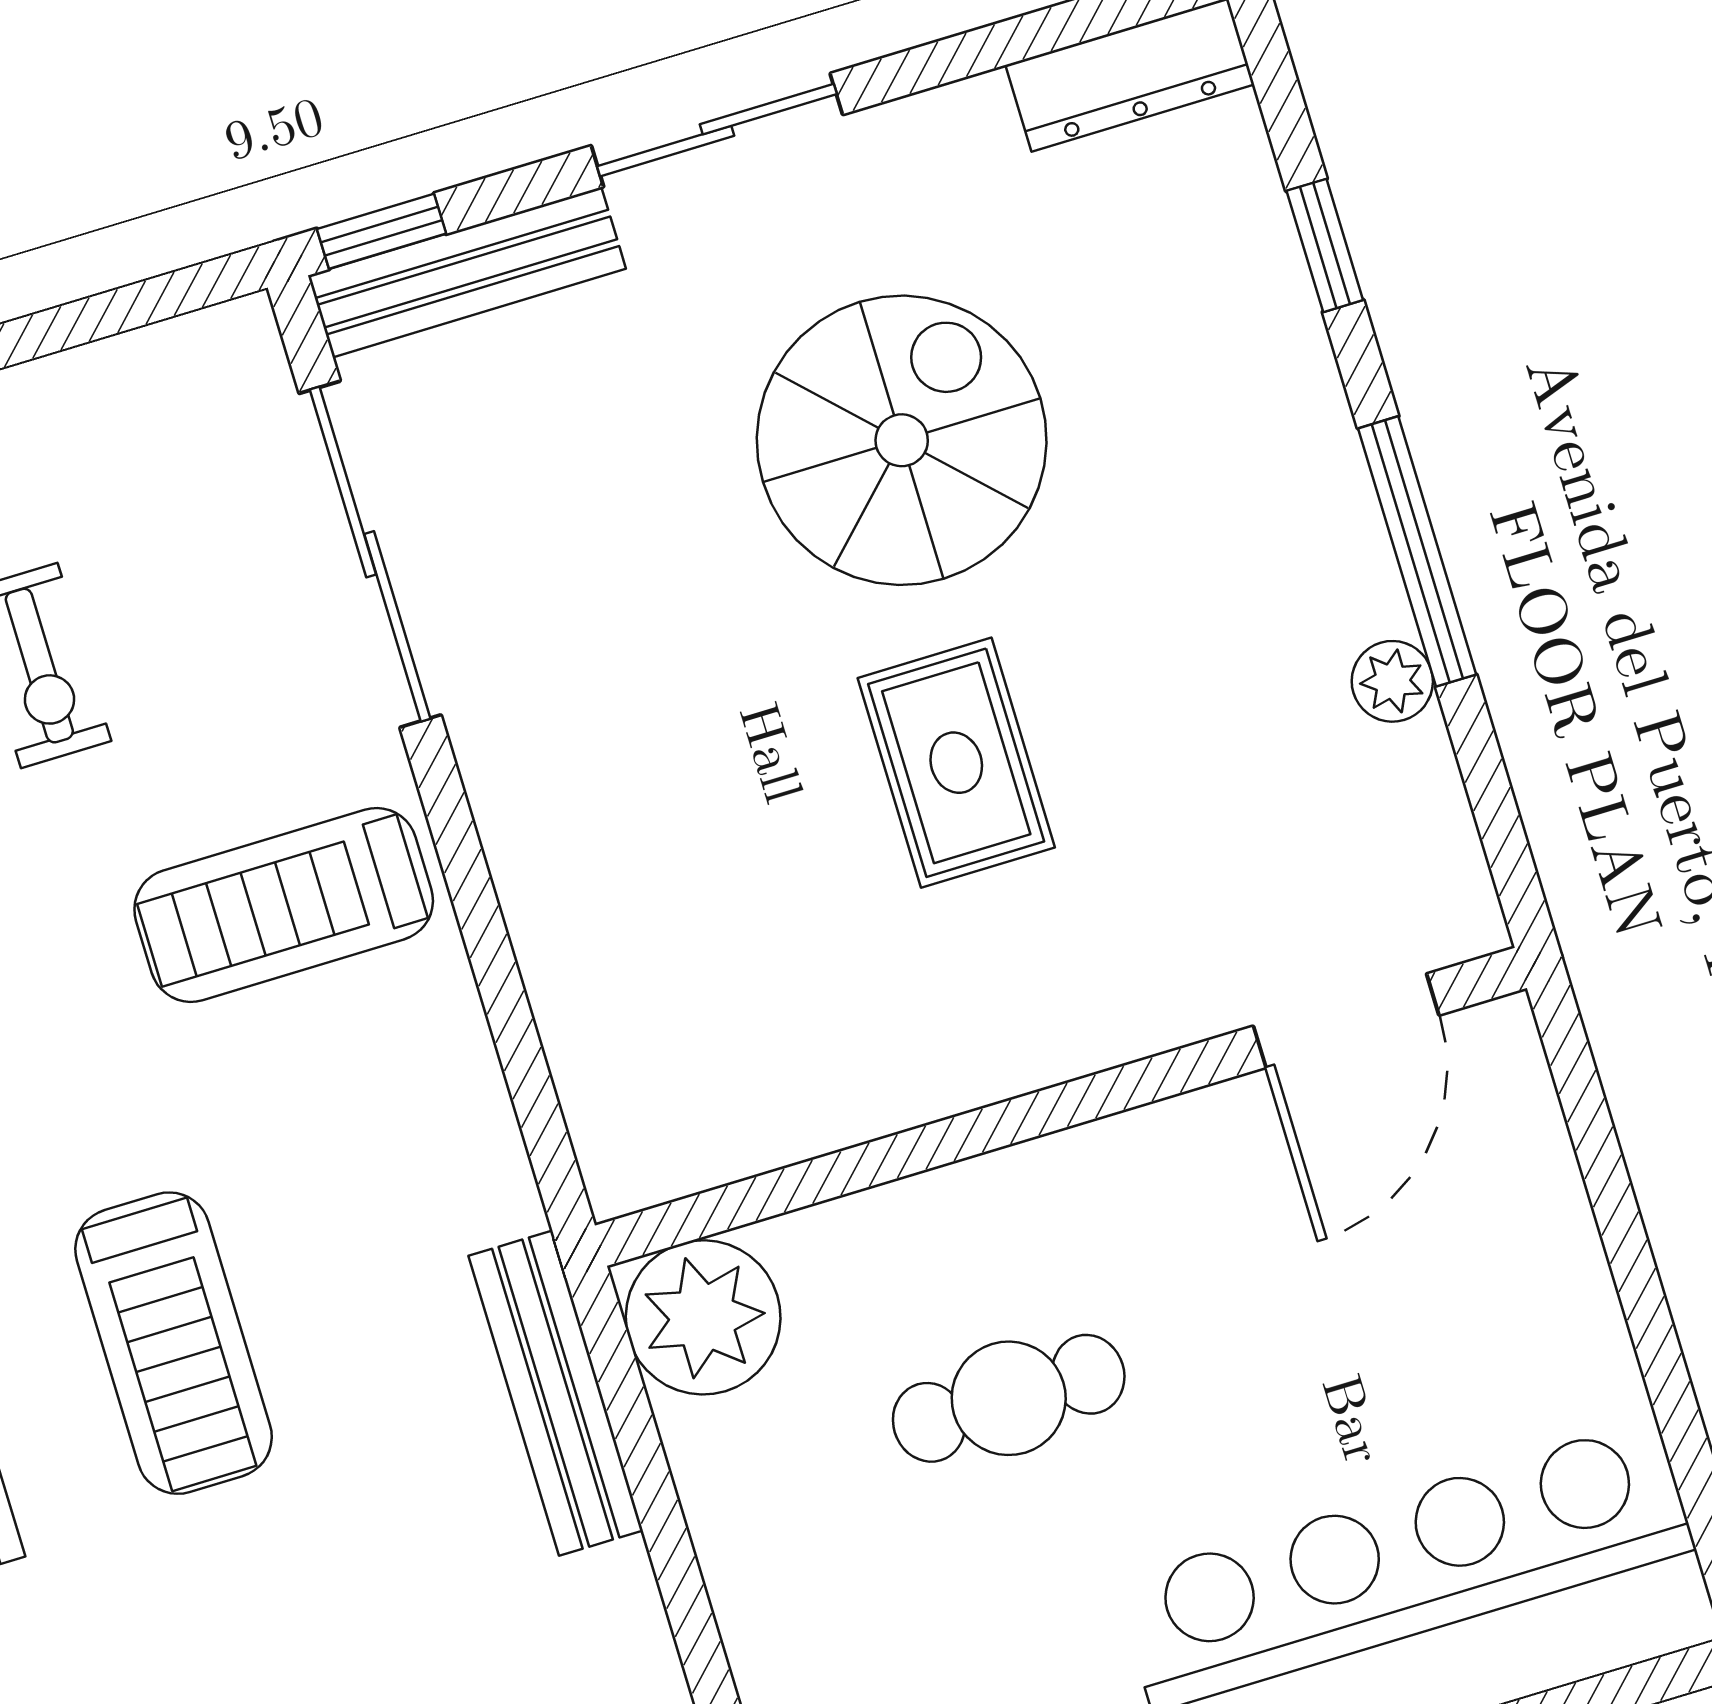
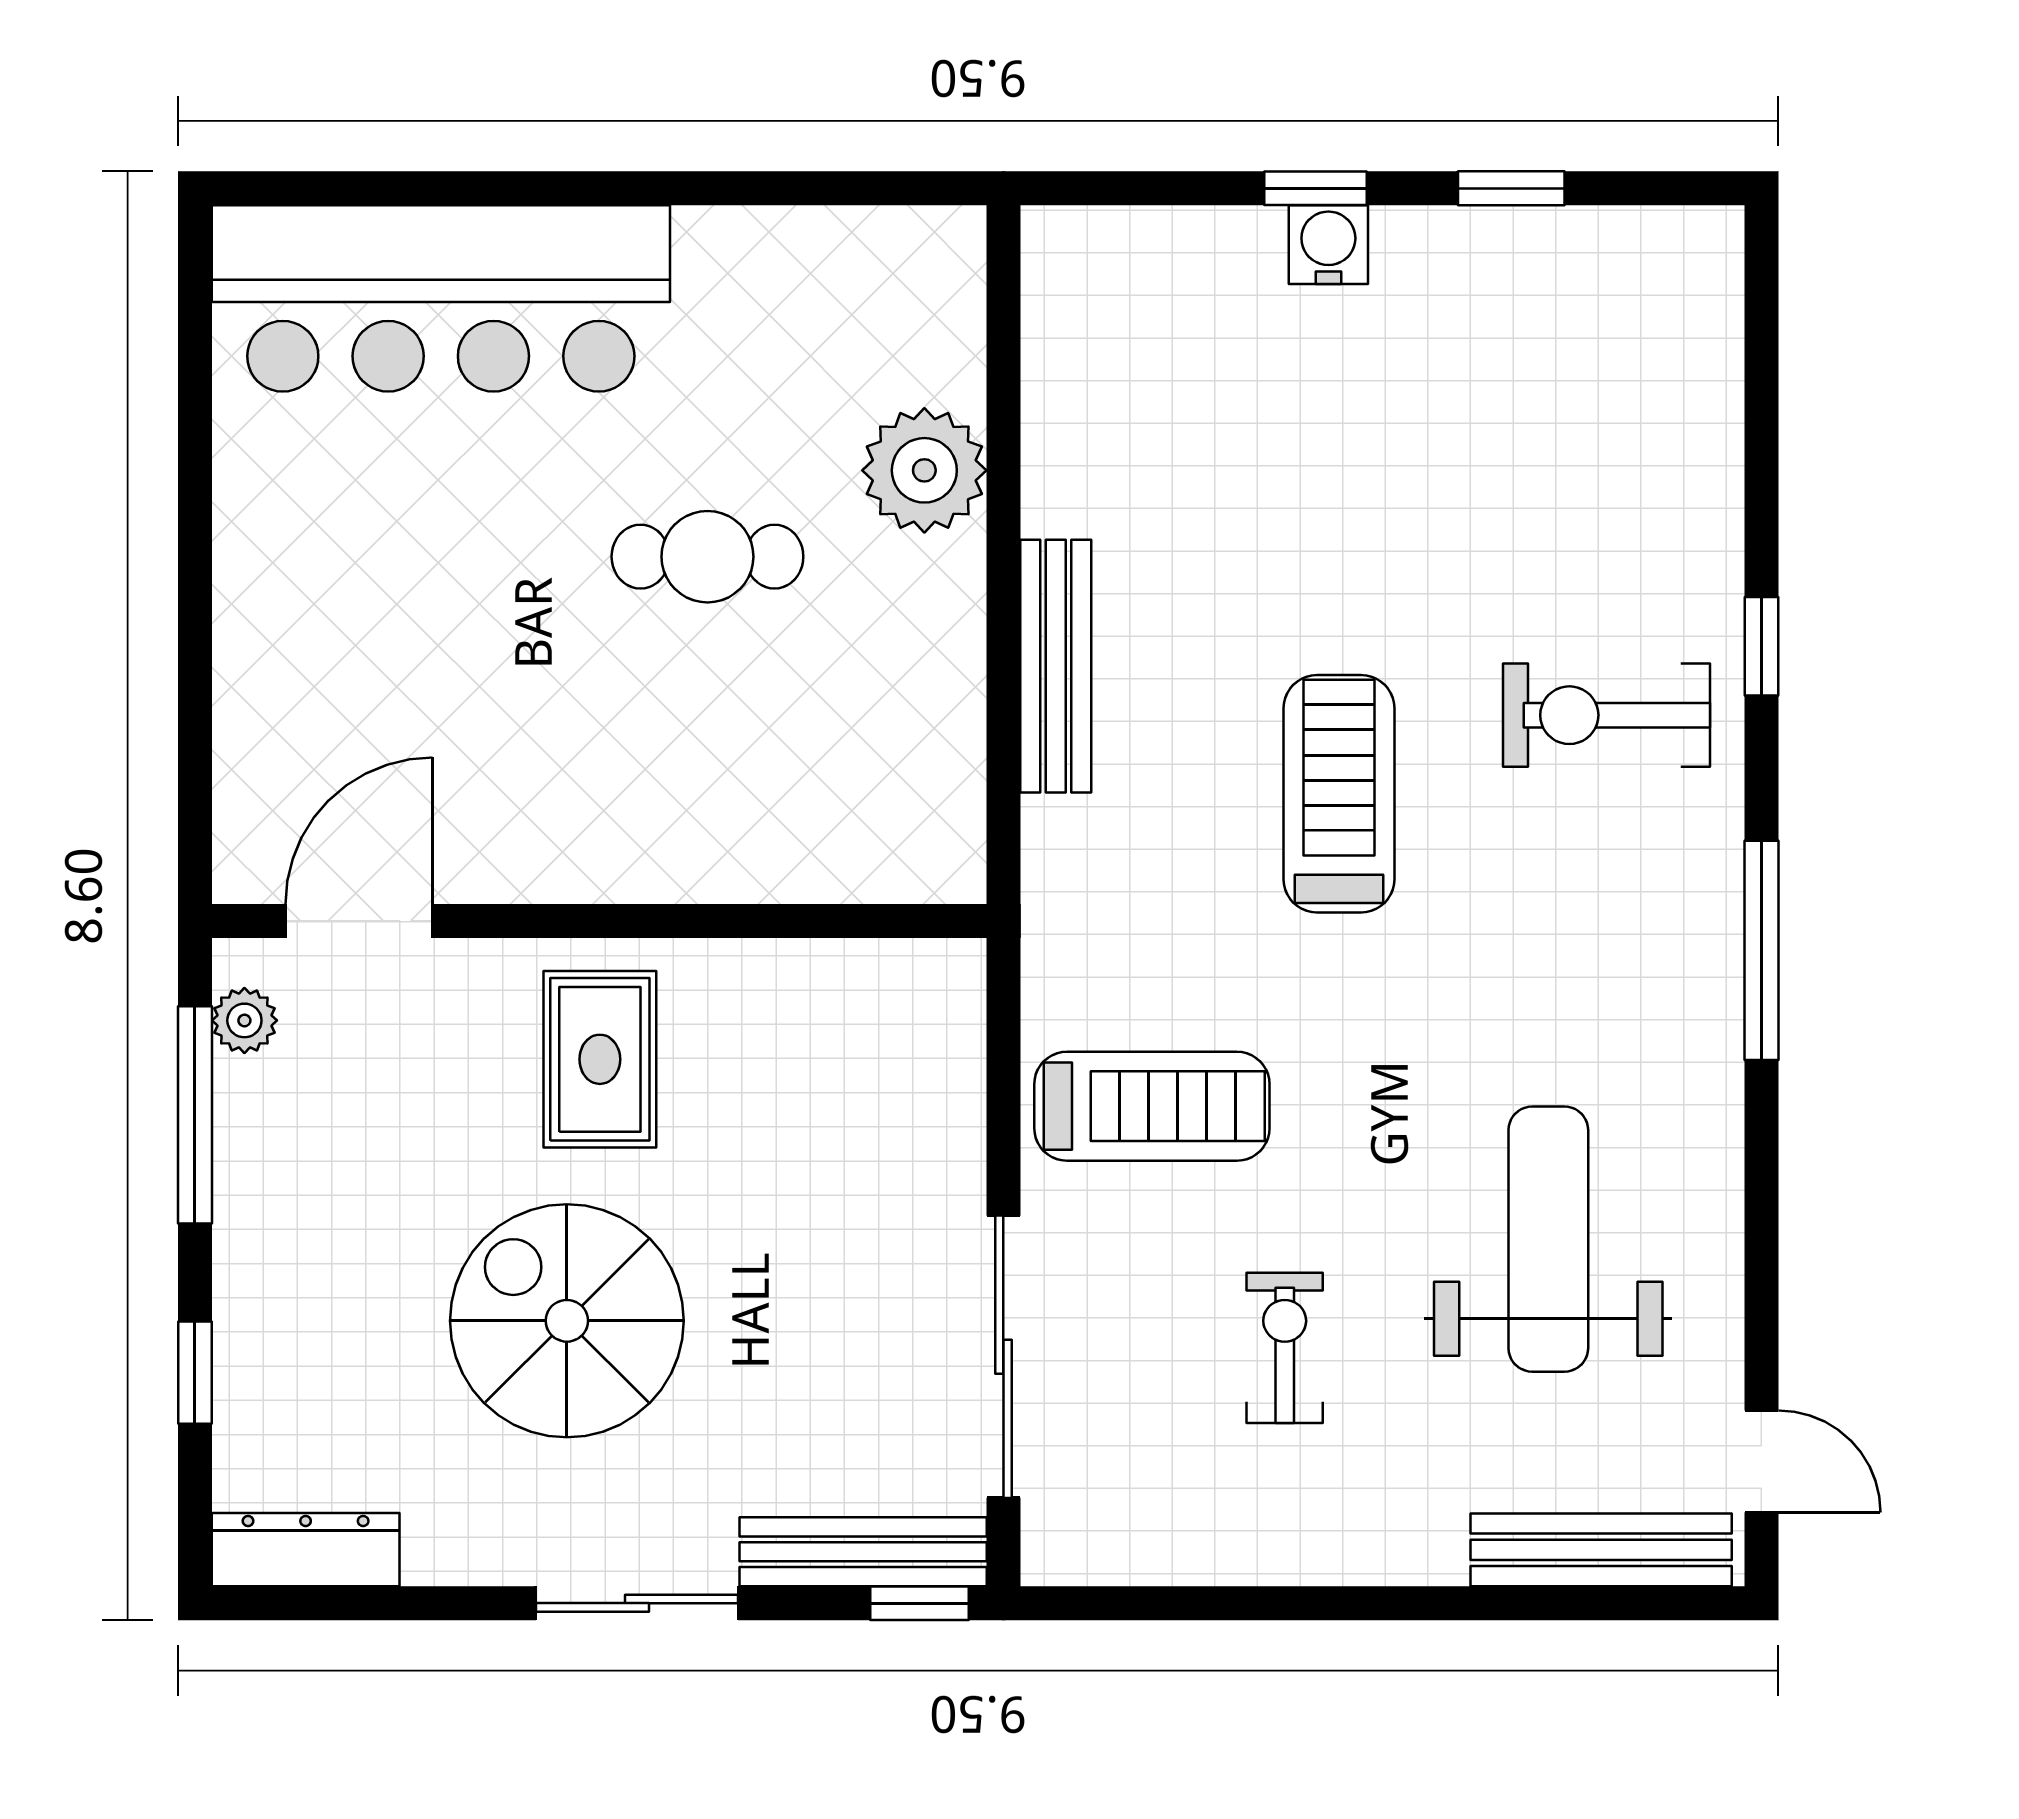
spiral stairs: (902, 440) -> (567, 1321), turned 90
door: (1346, 1021) -> (359, 921), moved
wall: (1061, 1107) -> (599, 921), moved
plant: (703, 1317) -> (924, 470), moved

